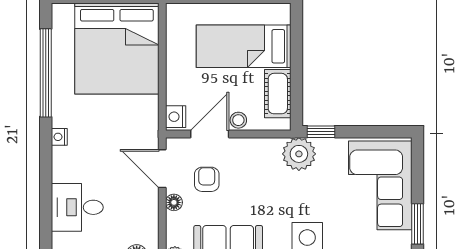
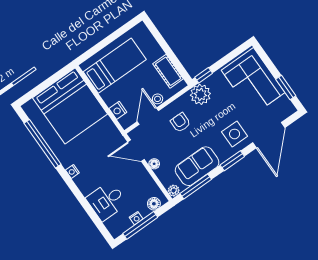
bed: (244, 46) -> (115, 66), moved, turned 180
nightstand: (176, 117) -> (118, 110), moved
armchair: (207, 179) -> (180, 122), moved

